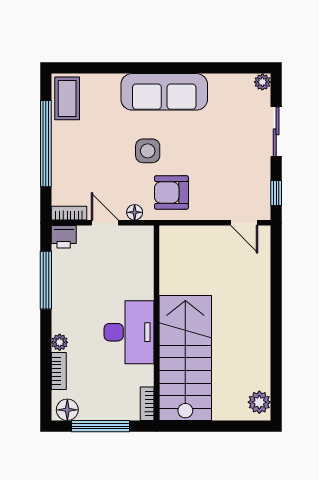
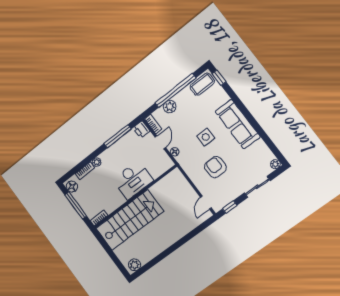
window: (77, 68) -> (219, 78), added
plant: (63, 170) -> (170, 107), added
armchair: (171, 192) -> (215, 167), moved
desk: (129, 332) -> (133, 180), moved

